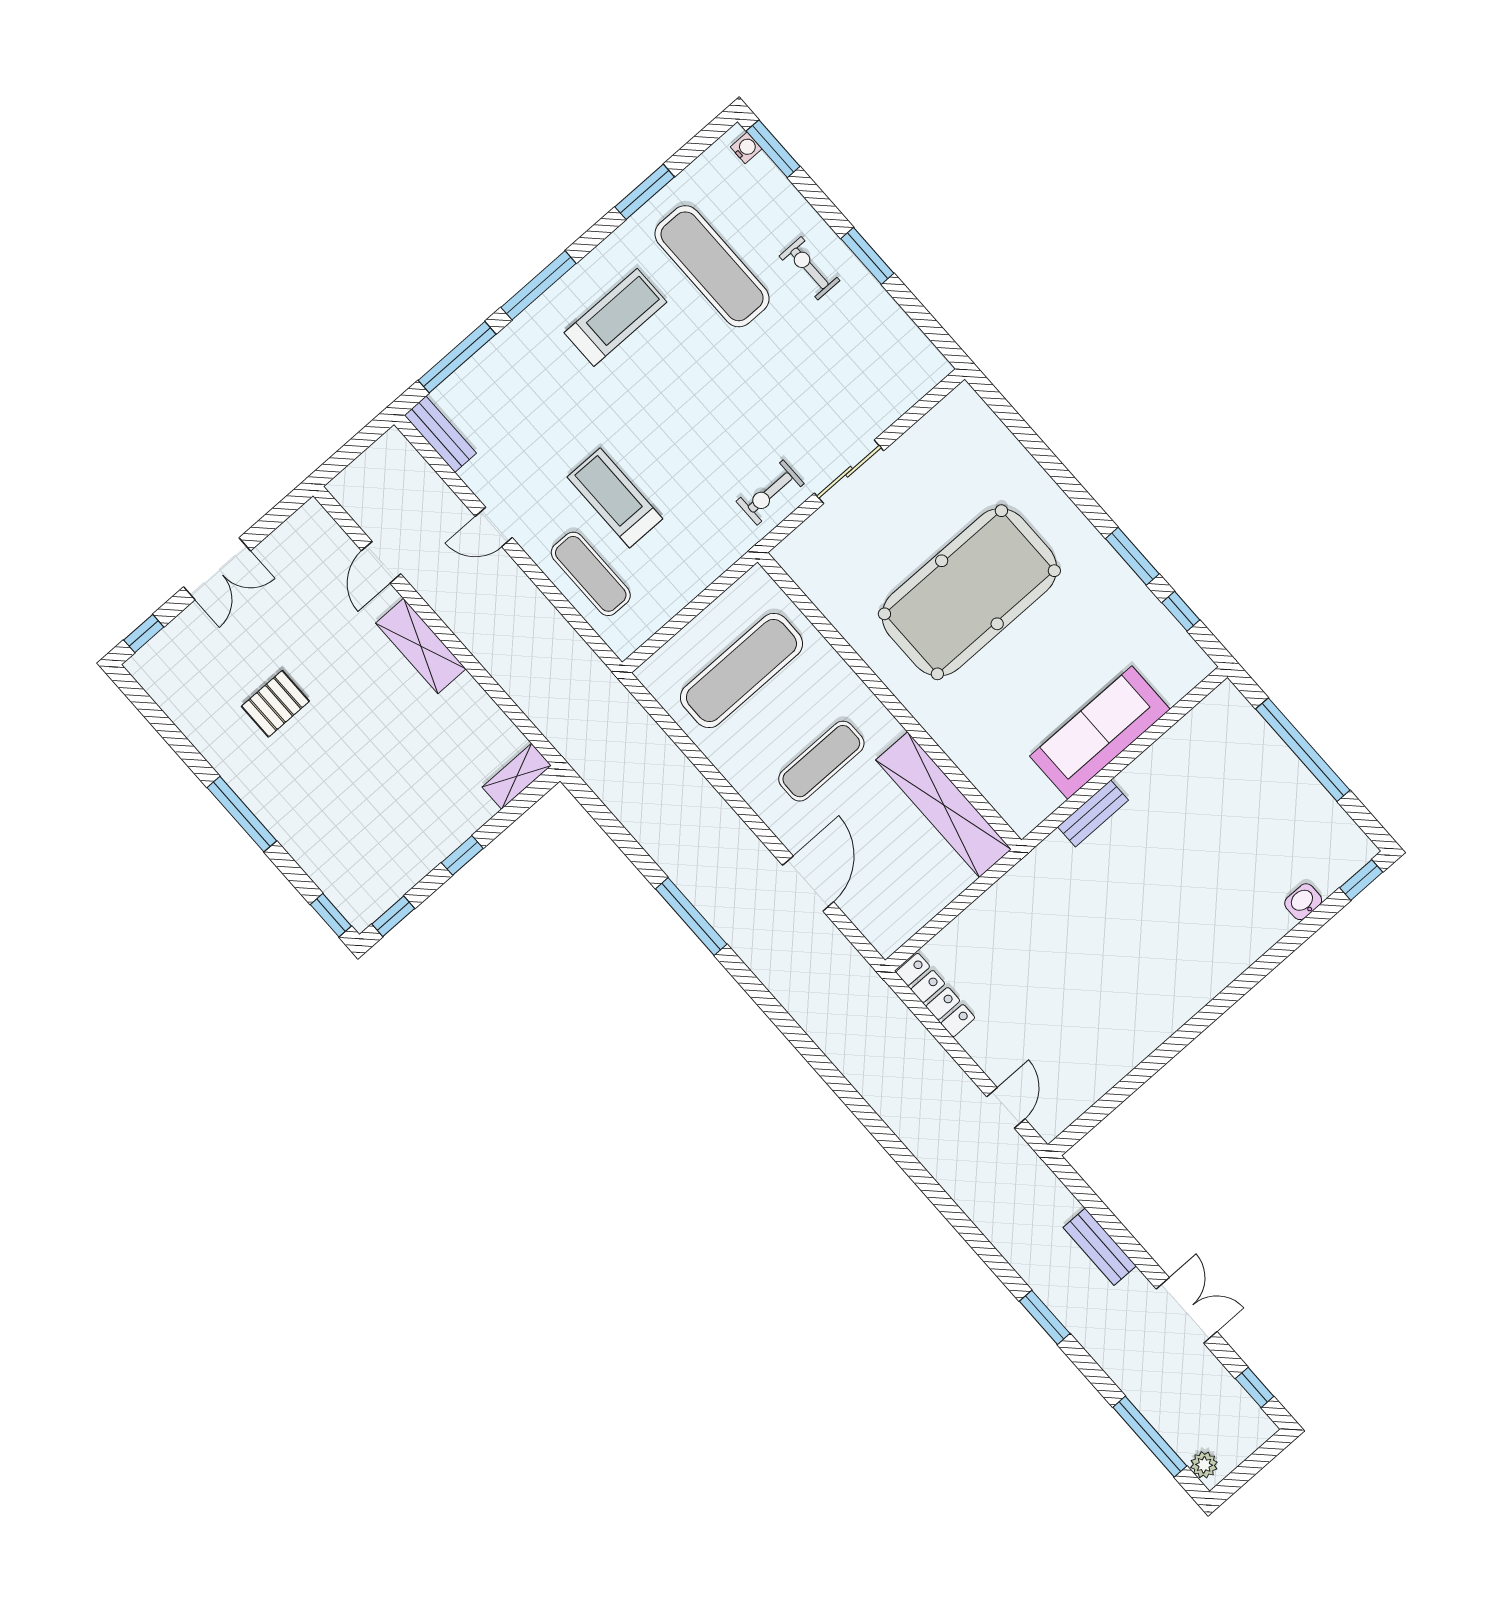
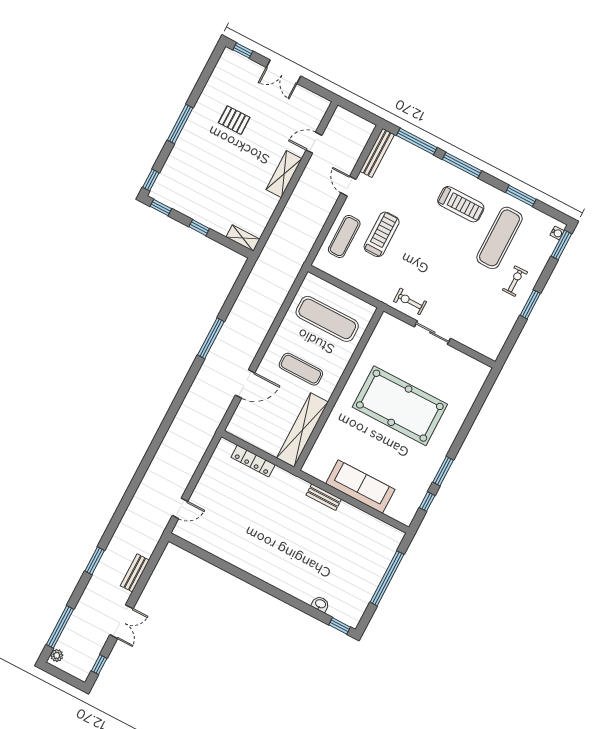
bench: (440, 434) -> (377, 153), width x1.36
locker: (935, 995) -> (253, 461), moved, turned 90

